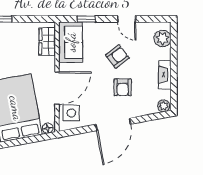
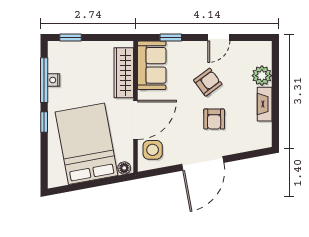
door: (127, 19) -> (219, 37), hinge flipped
plant: (163, 39) -> (262, 76), moved
wardrobe: (47, 42) -> (124, 73), width x1.50
plant: (164, 106) -> (263, 141), removed

